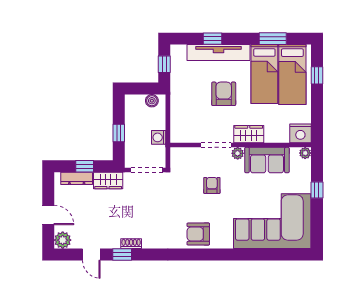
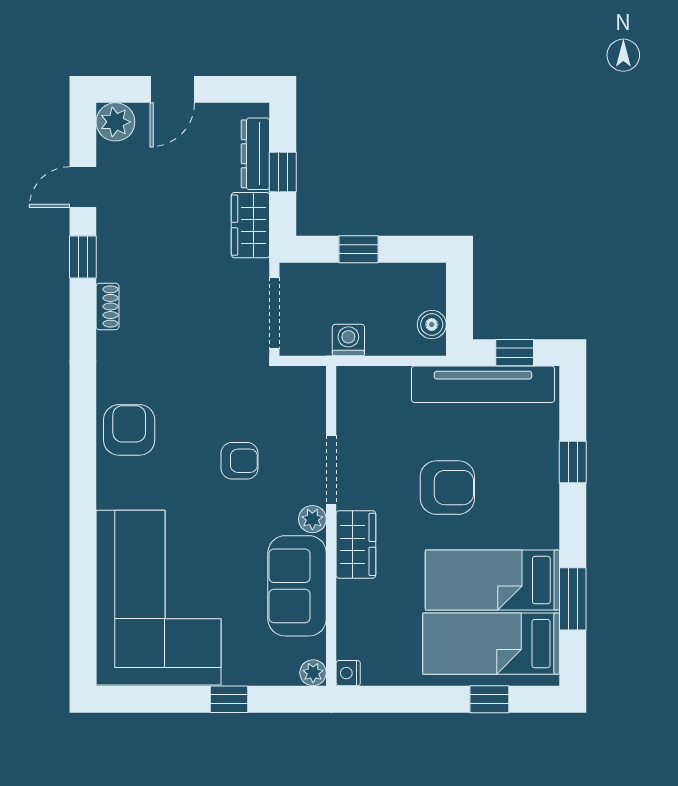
tv unit: (218, 53) -> (483, 384), moved, turned -90
nightstand: (300, 133) -> (348, 673), width x0.53, depth x0.56
shoe rack: (131, 244) -> (107, 306), moved

